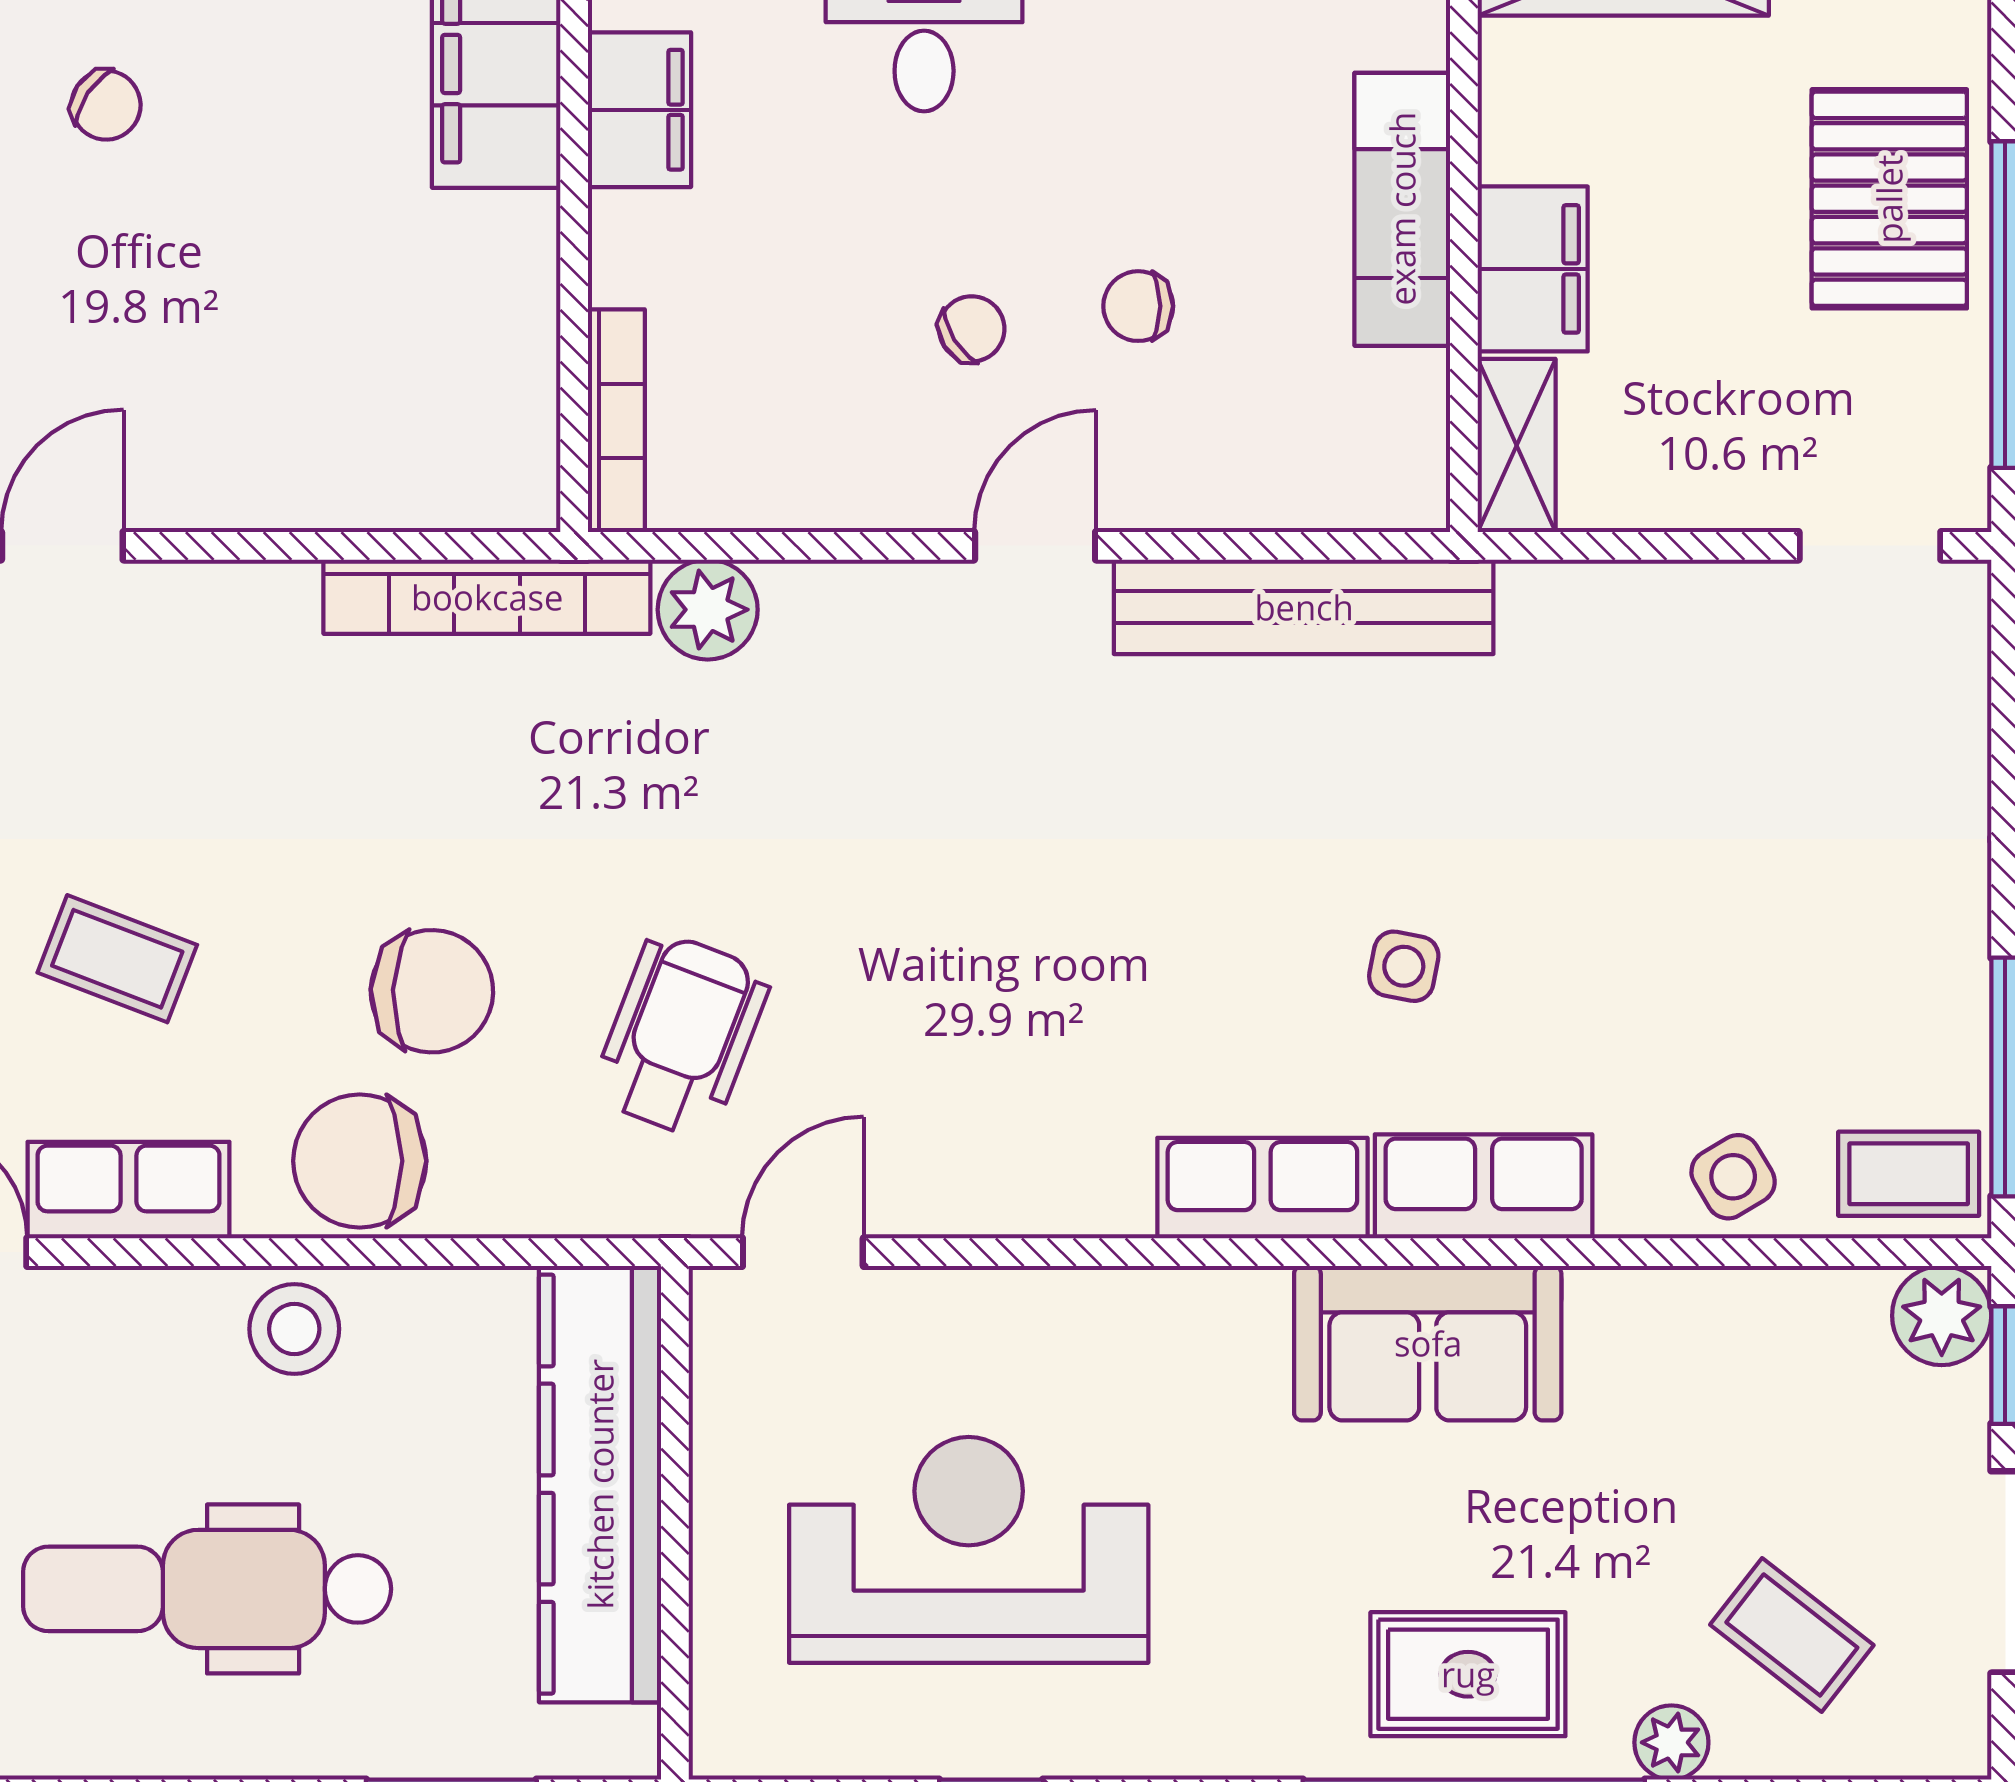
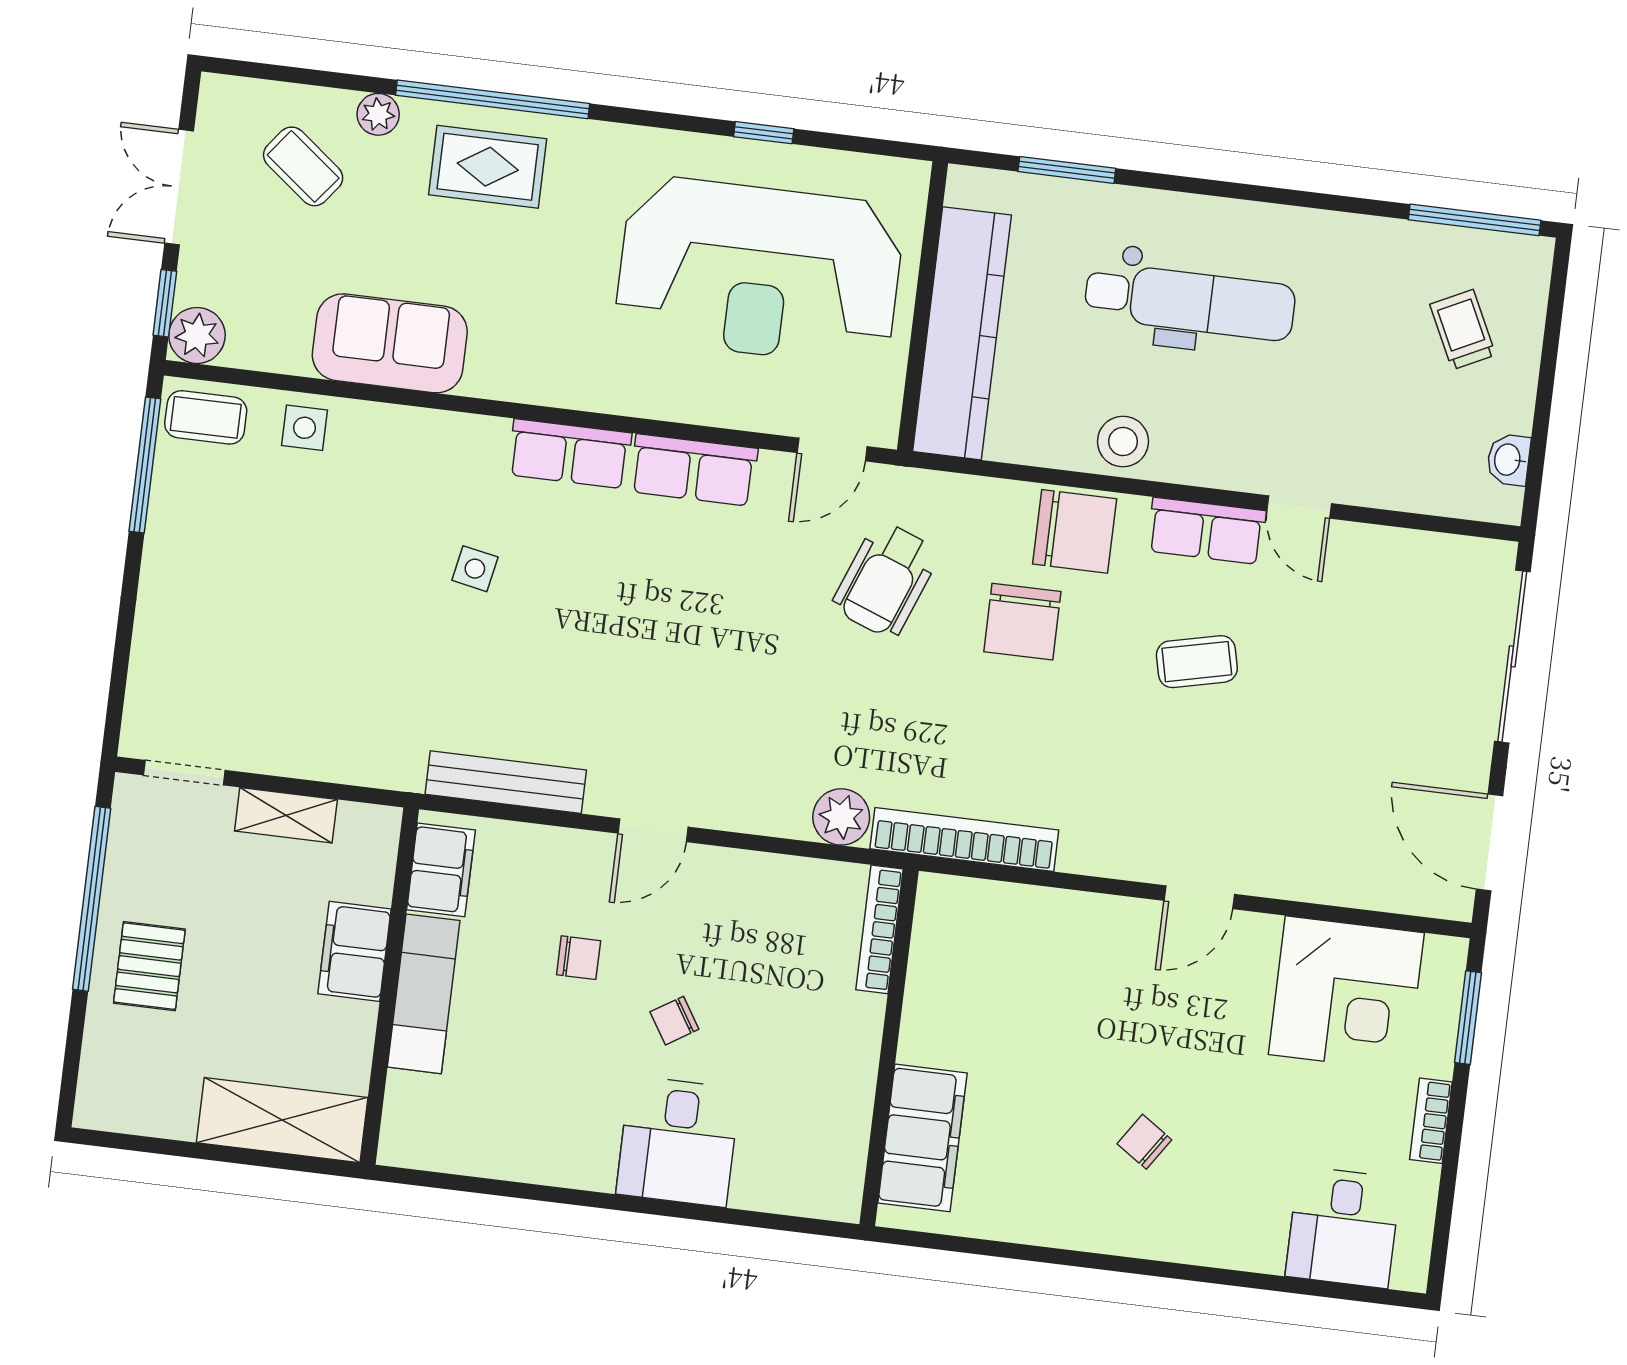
filing cabinet: (639, 110) -> (441, 870), moved, turned 180
pallet: (1889, 199) -> (149, 966), width x0.67, depth x0.71
chair: (972, 329) -> (674, 1021), moved
shelving: (1517, 445) -> (286, 815), moved, turned 90
bench: (1304, 607) -> (506, 782), width x0.73, depth x0.82
coffee table: (117, 959) -> (1197, 662), turned -34
chair: (432, 991) -> (1022, 622), turned -92
side table: (1733, 1177) -> (305, 428), turned 31
row of seats: (1484, 1186) -> (694, 470), moved
sofa: (1428, 1343) -> (390, 343), moved
reception desk: (969, 1550) -> (759, 271), width x1.36, depth x1.30

